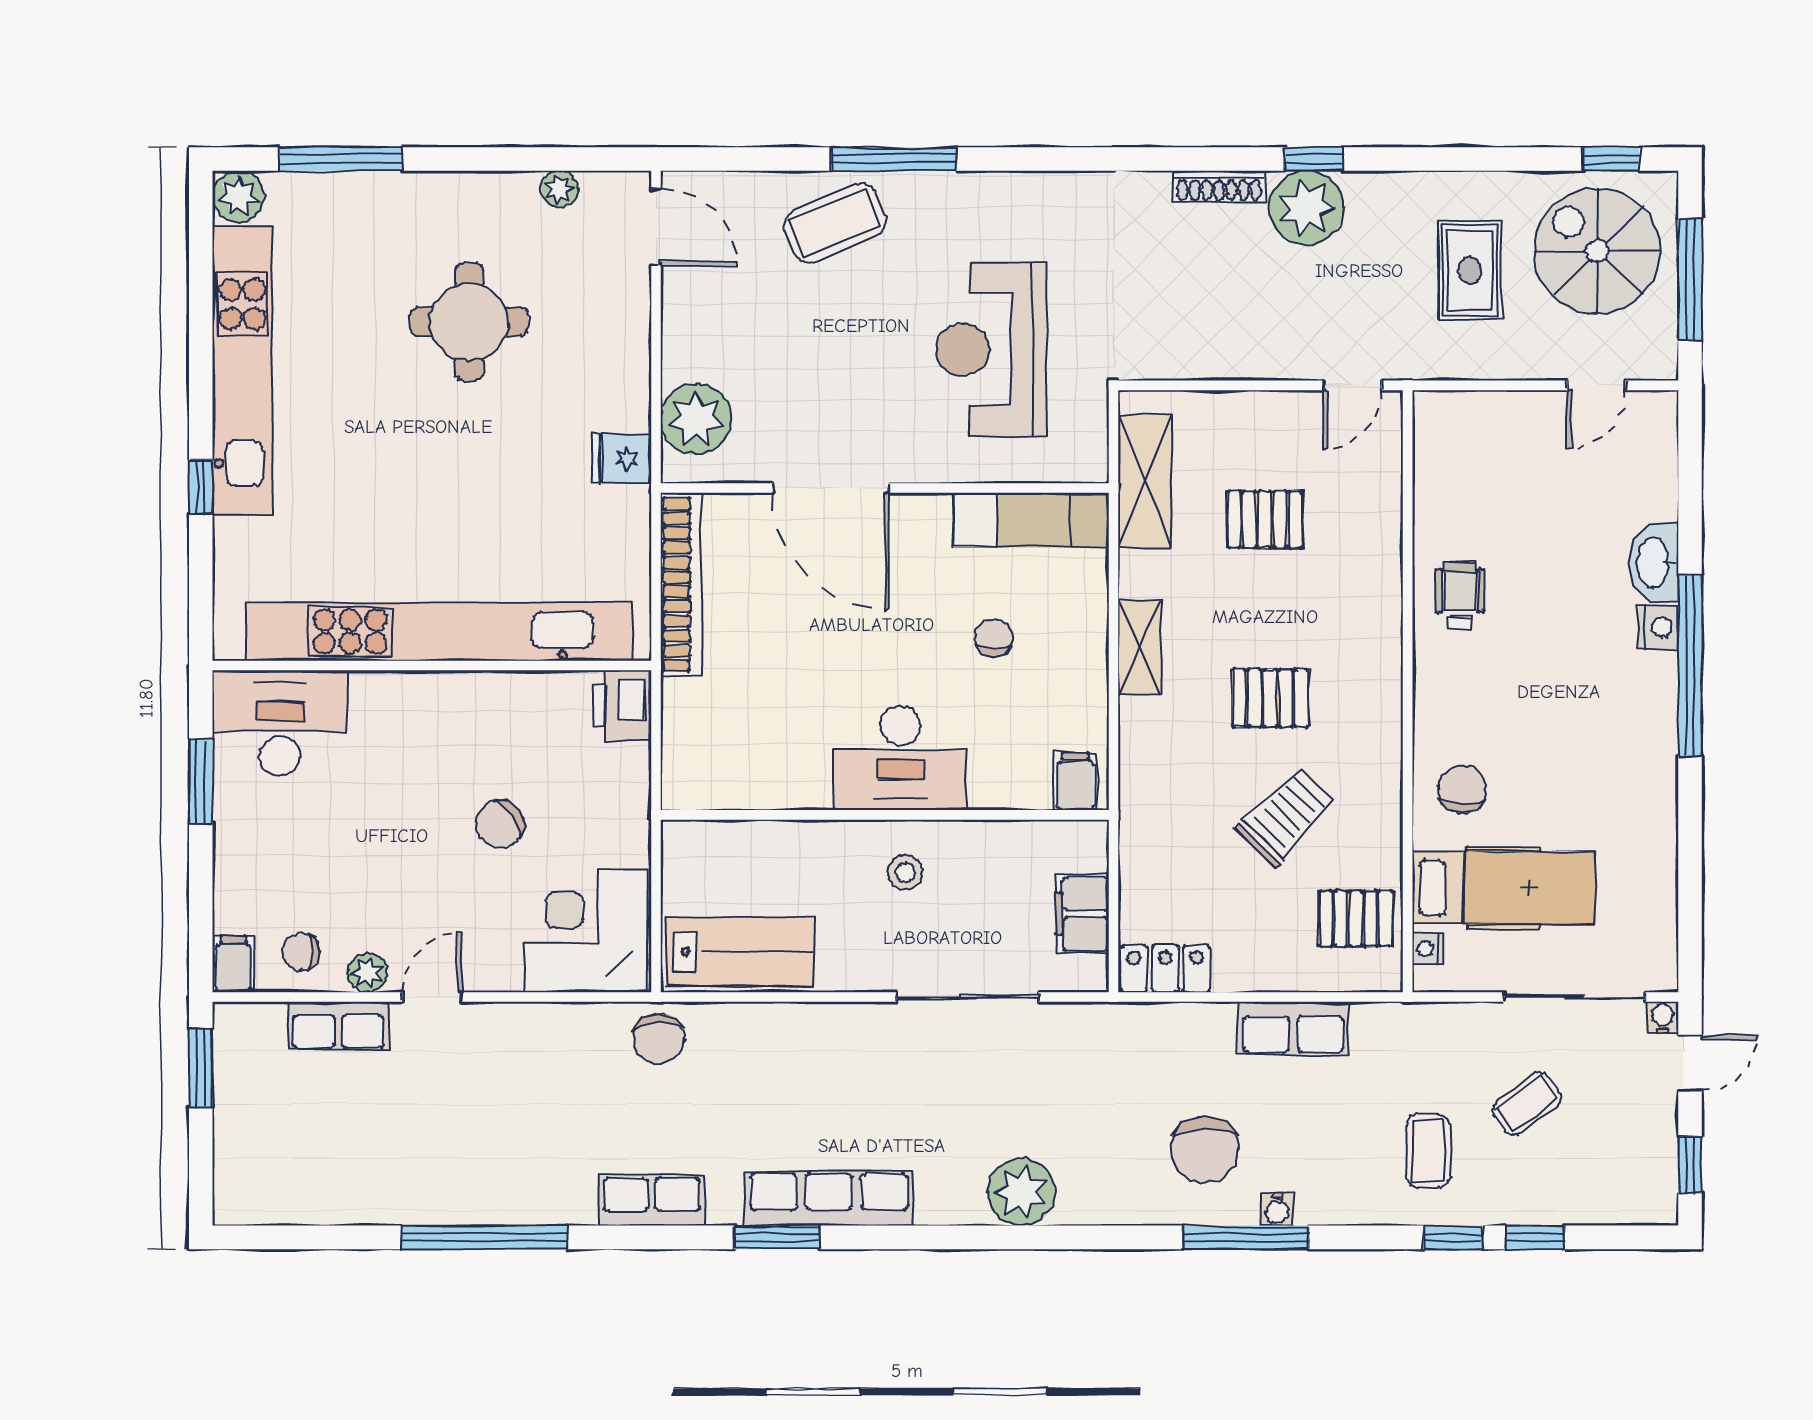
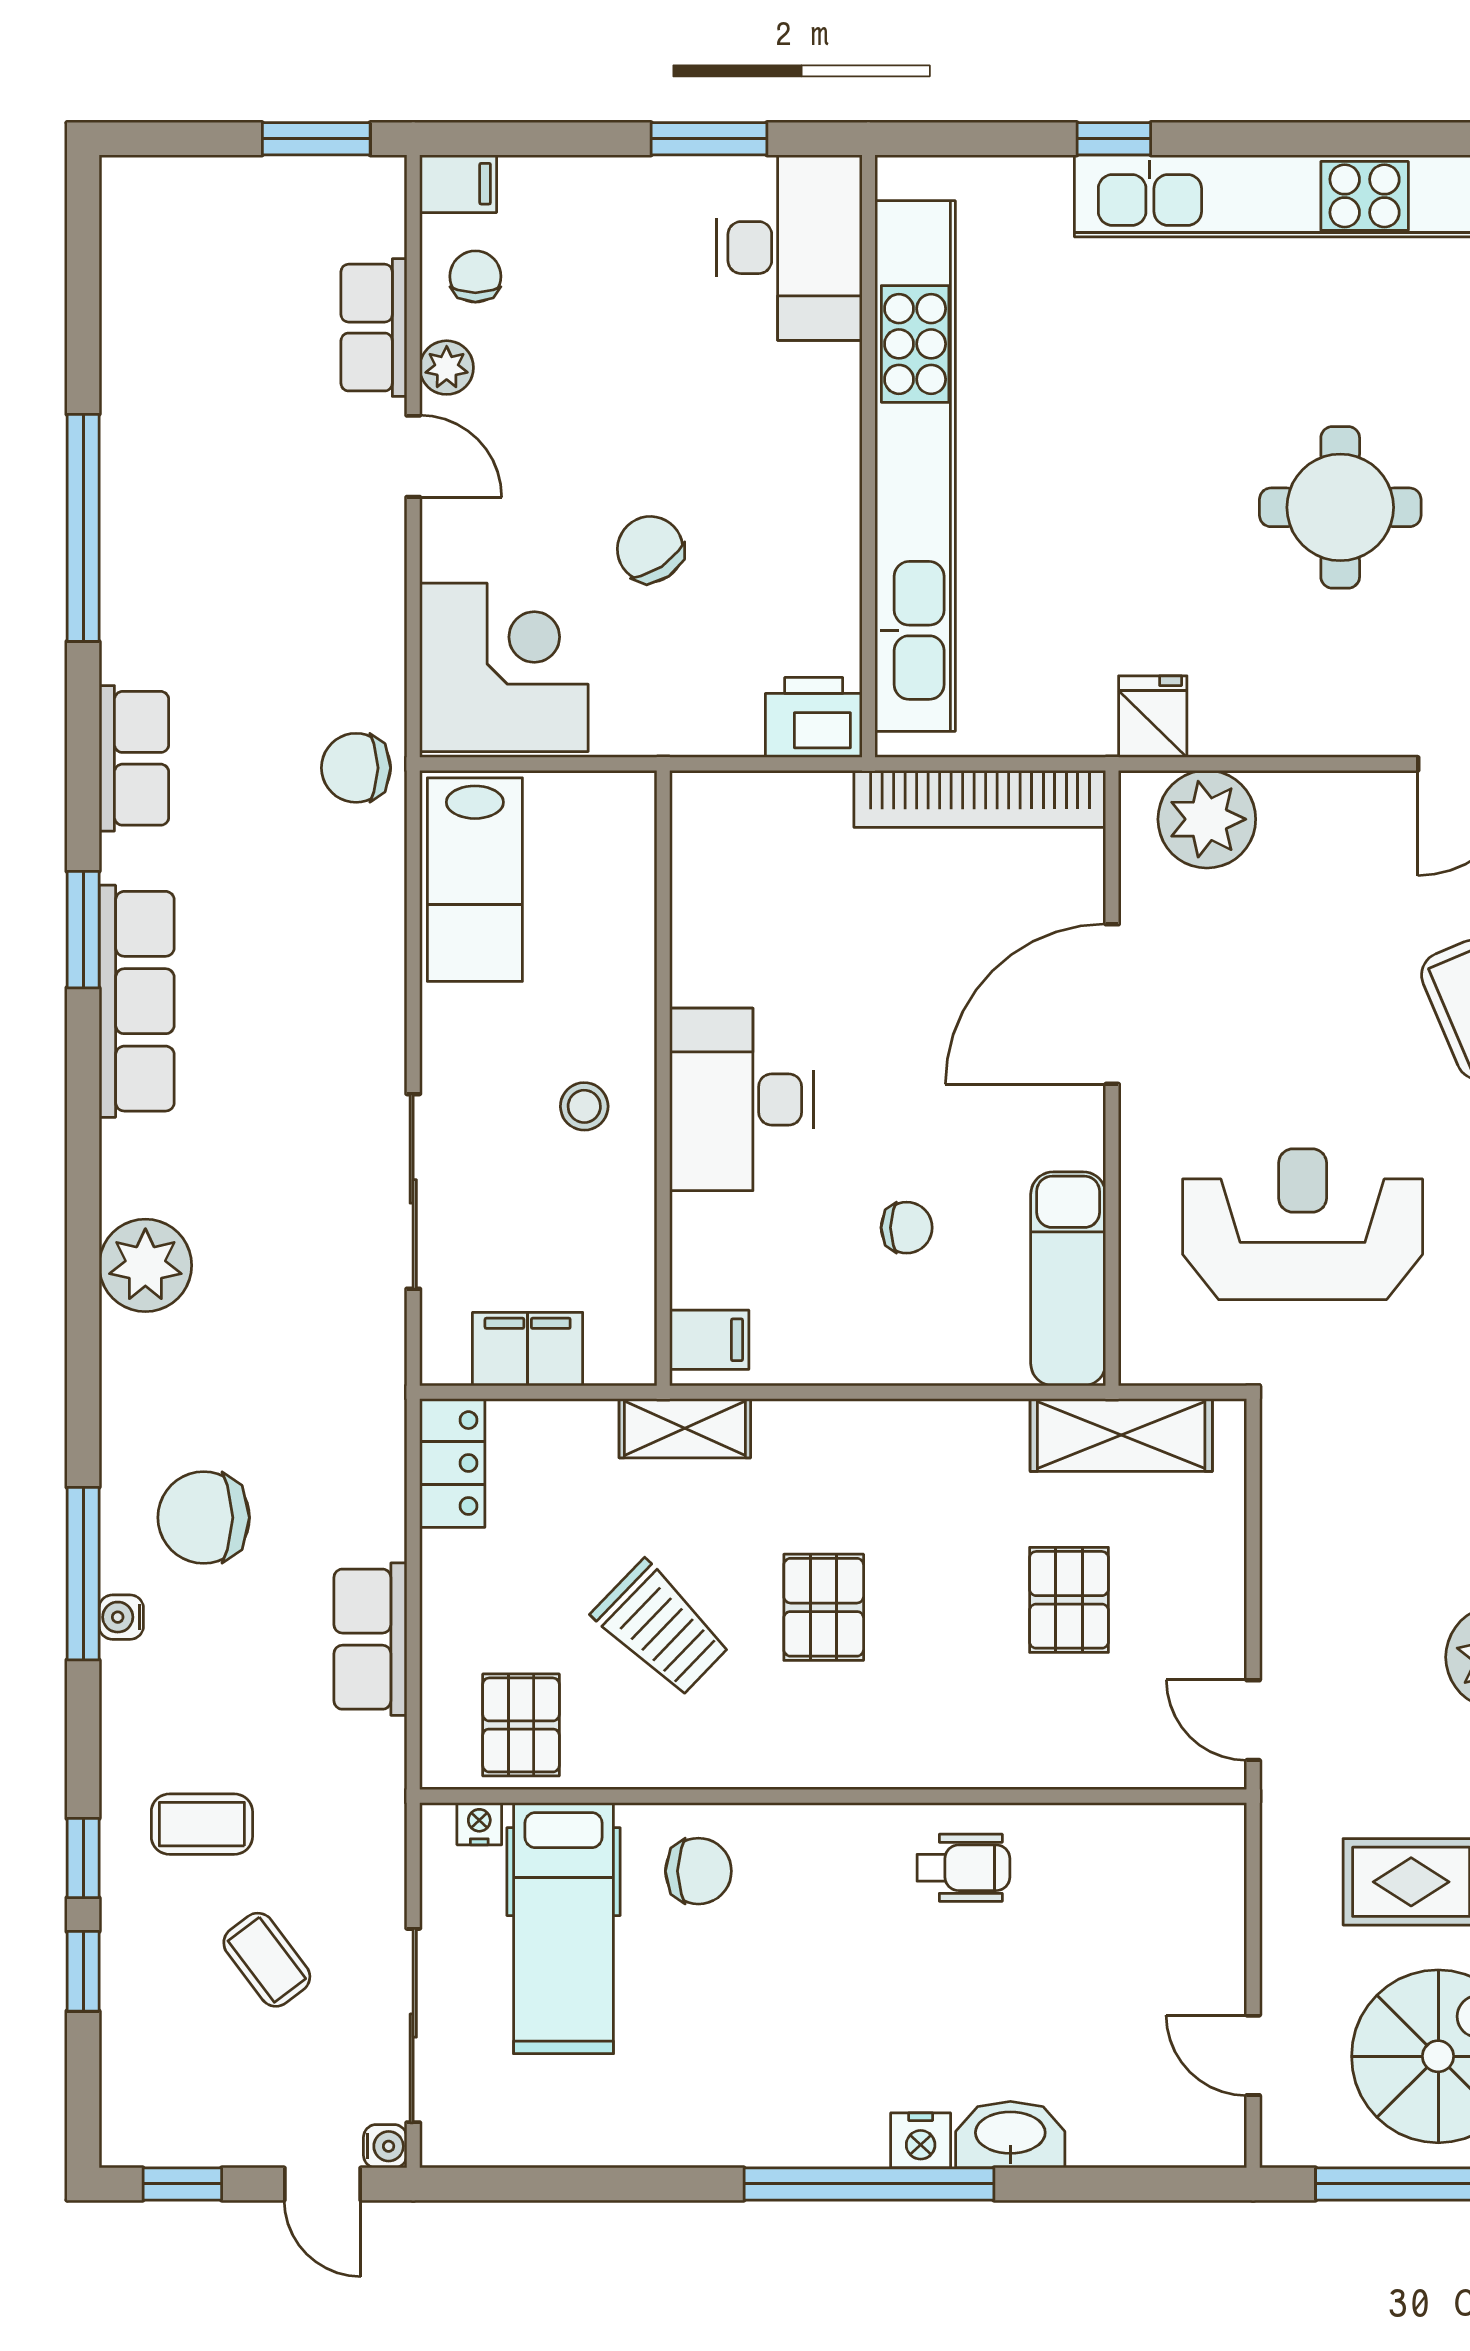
shelving: (1140, 647) -> (685, 1428), moved

